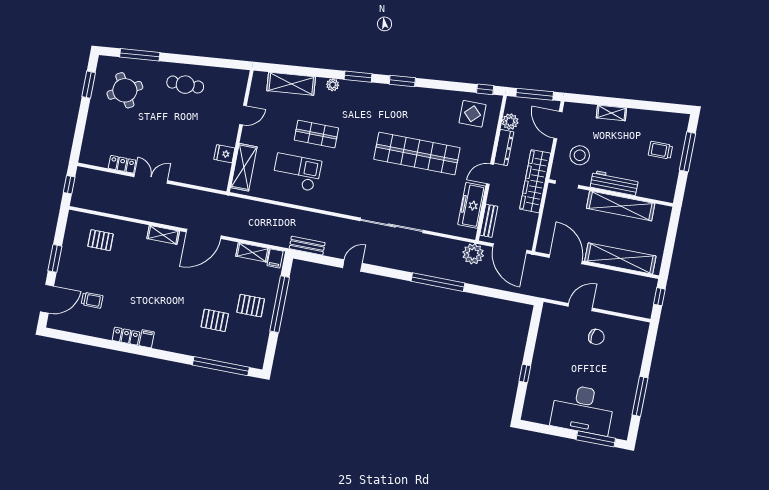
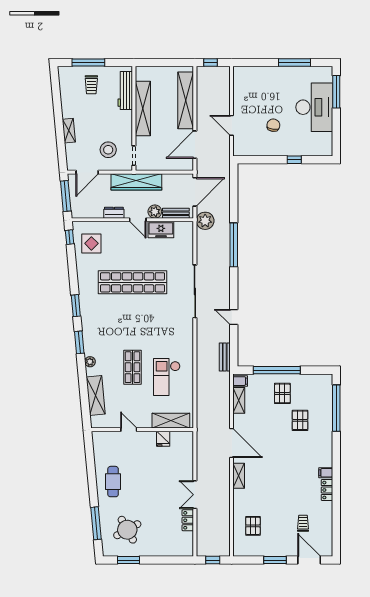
plant: (510, 122) -> (155, 212), moved
dresser: (504, 147) -> (114, 213), width x0.70
shop shelf: (417, 154) -> (133, 282), turned 90
workbench: (614, 183) -> (125, 91), moved
freezer: (472, 205) -> (161, 230), width x0.71
chair: (596, 337) -> (273, 125), moved

